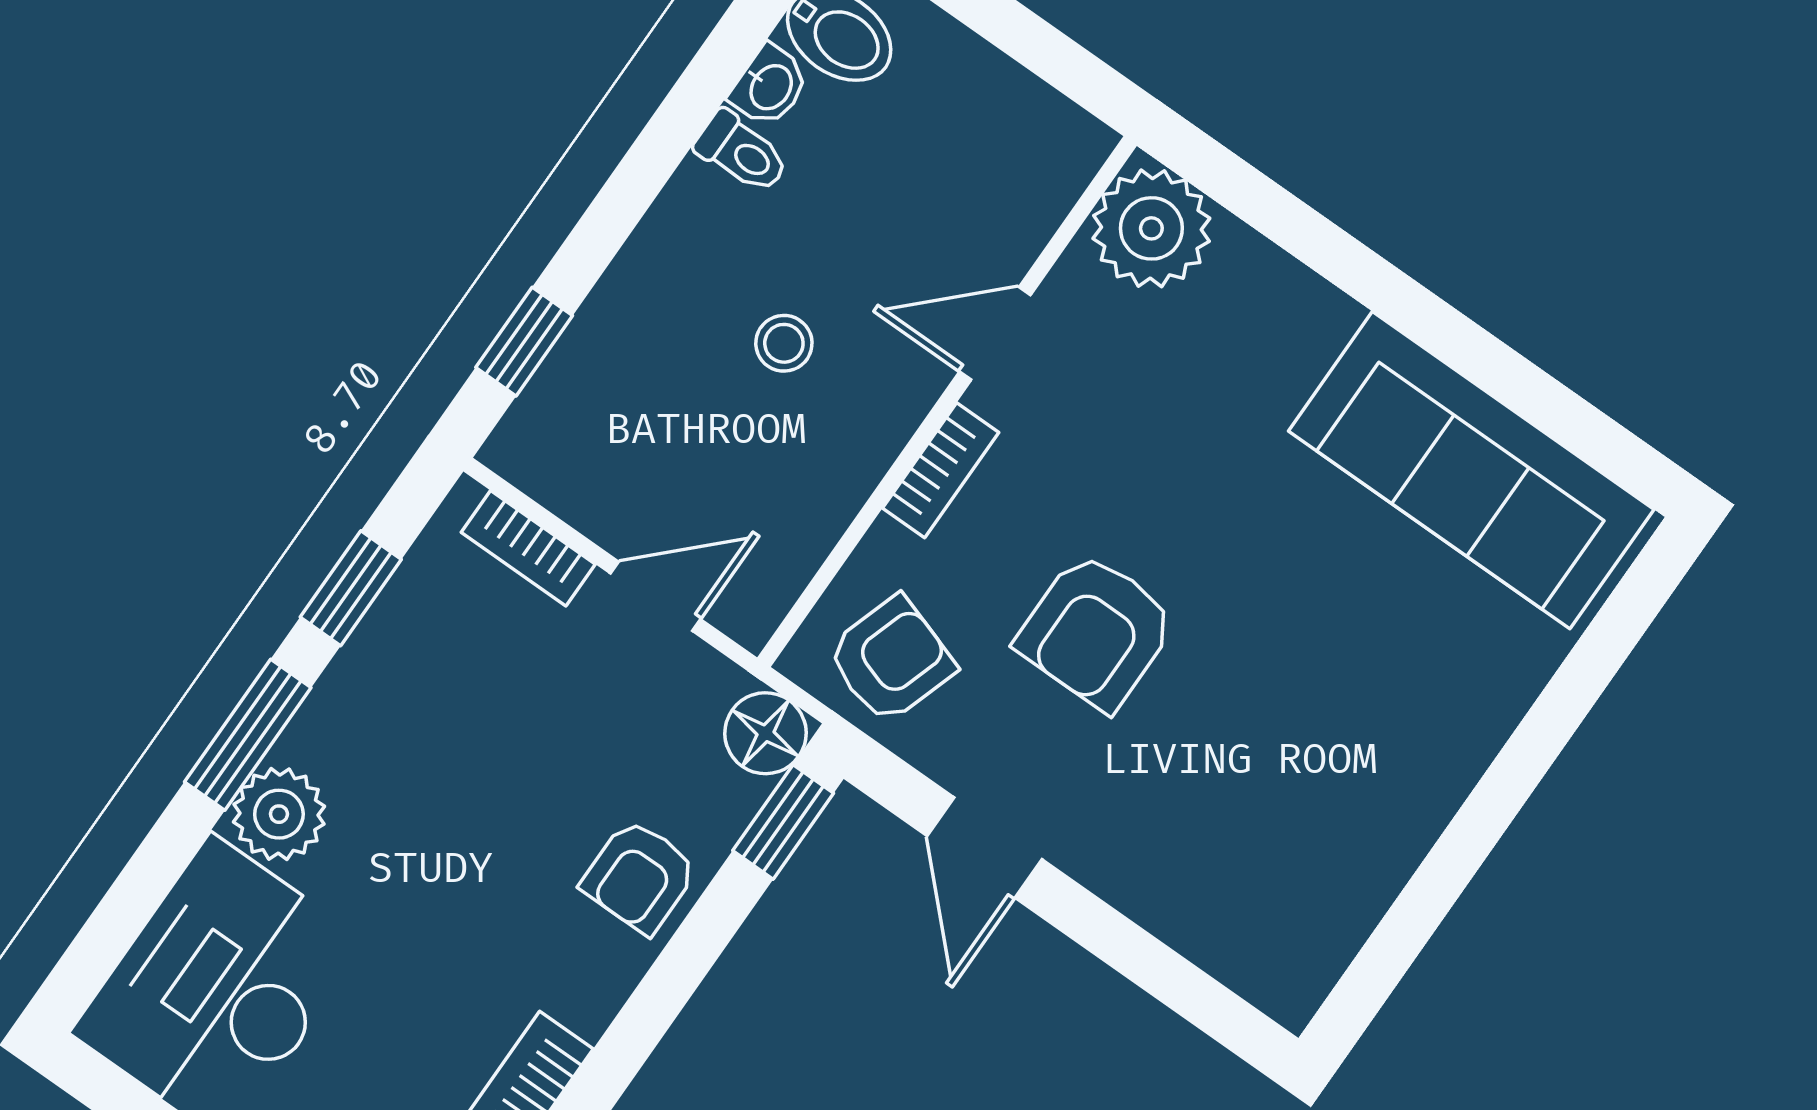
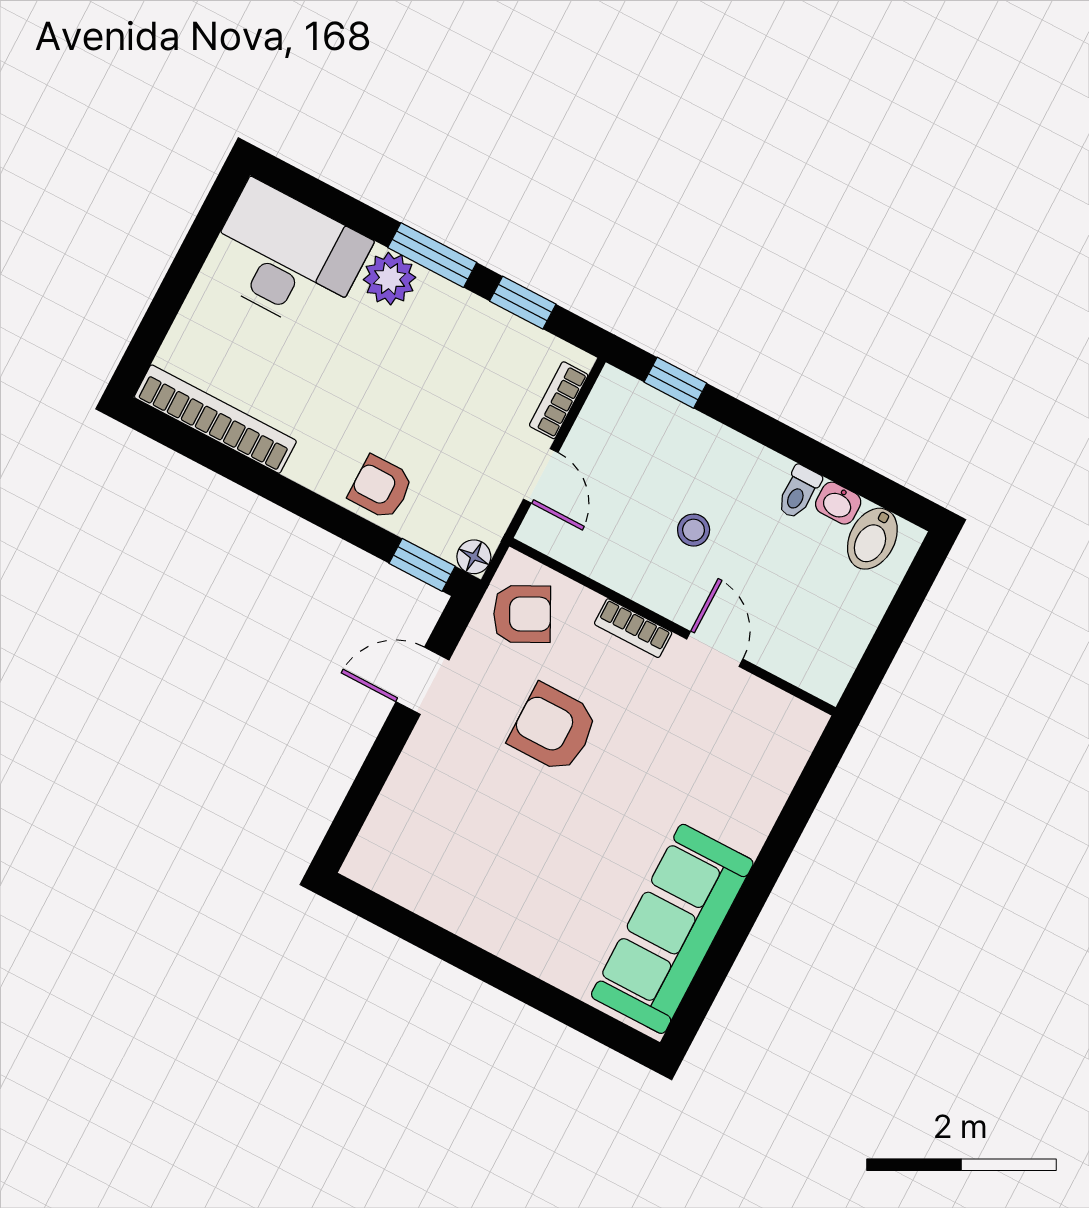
plant: (1151, 228) -> (786, 730), removed
armchair: (891, 660) -> (522, 614), turned -45
floor lamp: (765, 733) -> (474, 557), width x0.73, depth x0.73

